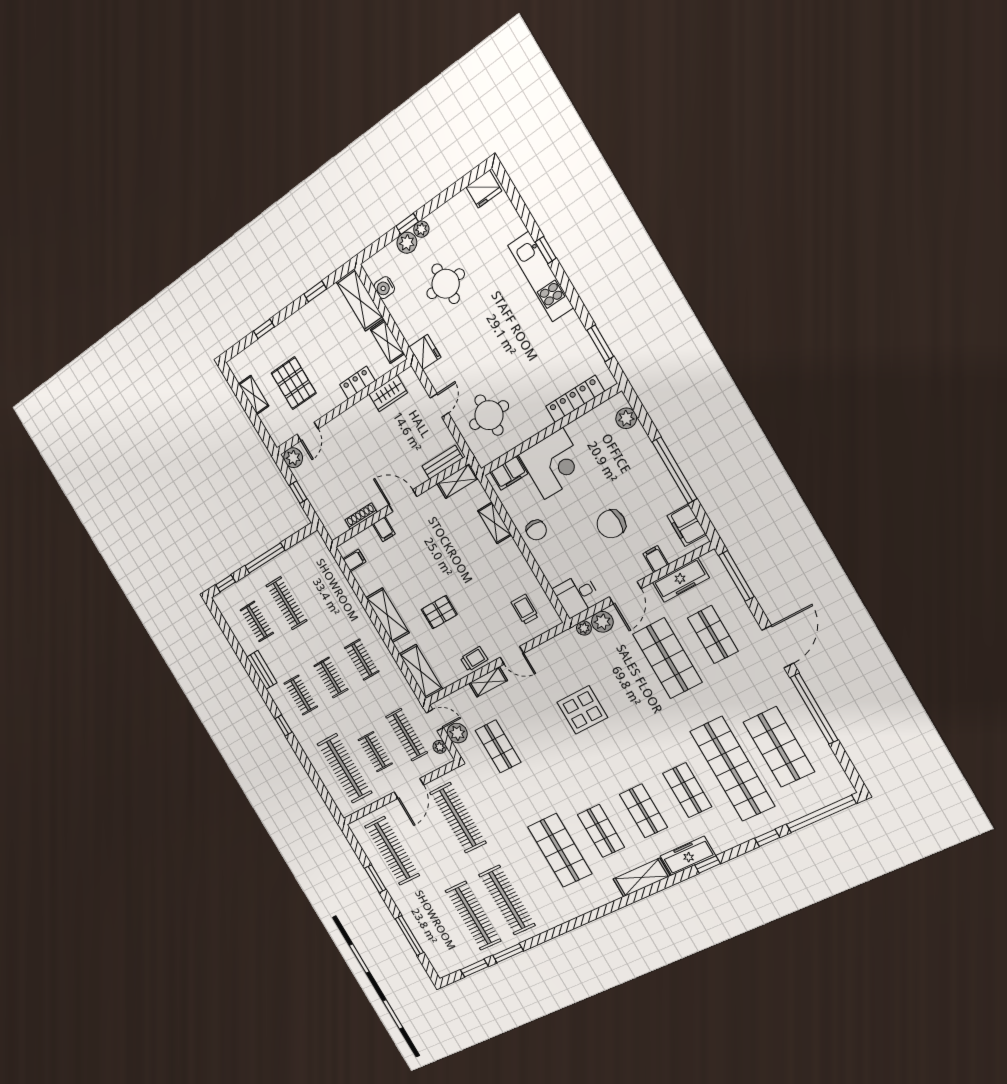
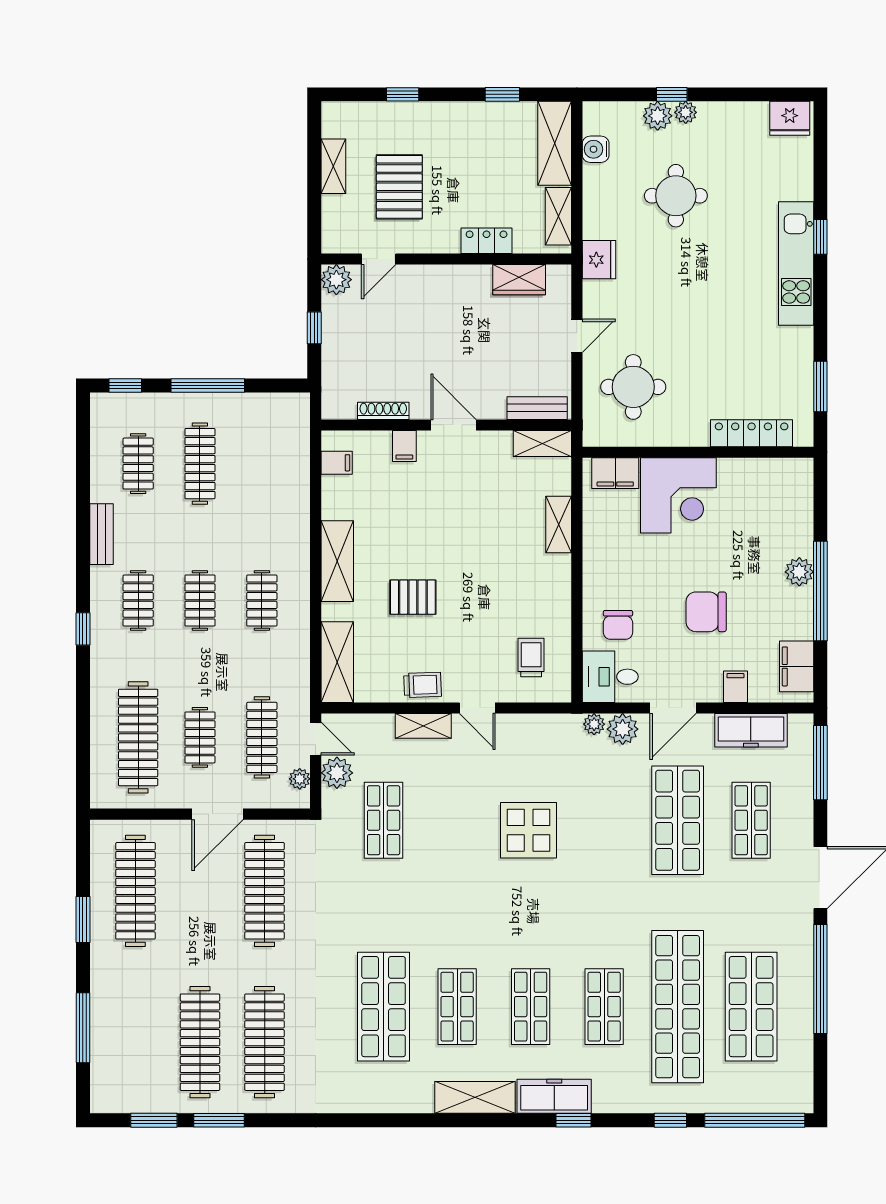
plant: (626, 418) -> (799, 572), moved
chair: (536, 530) -> (618, 625), moved

